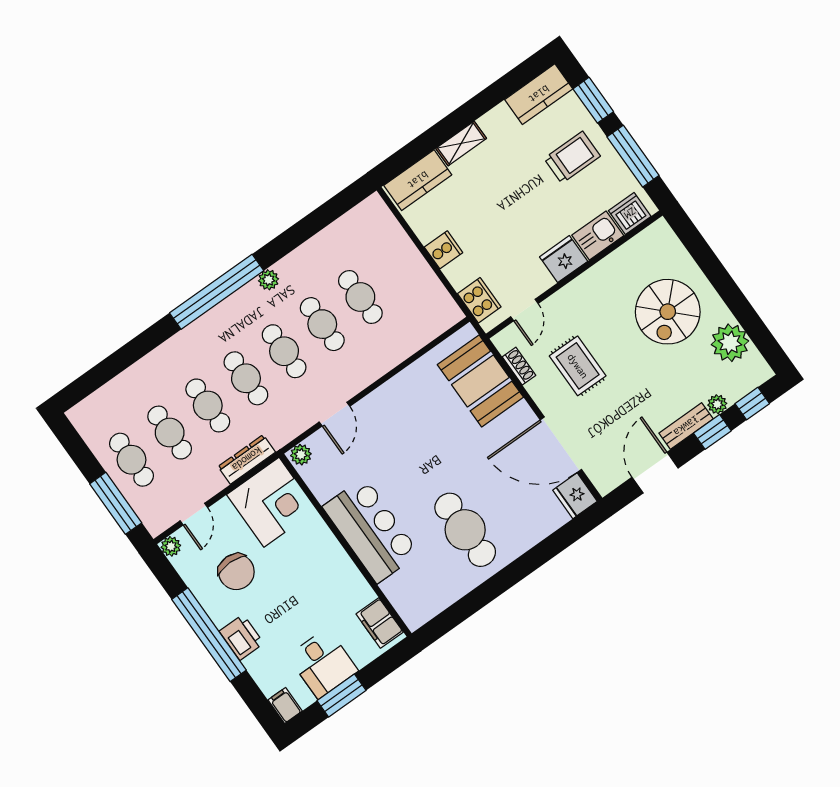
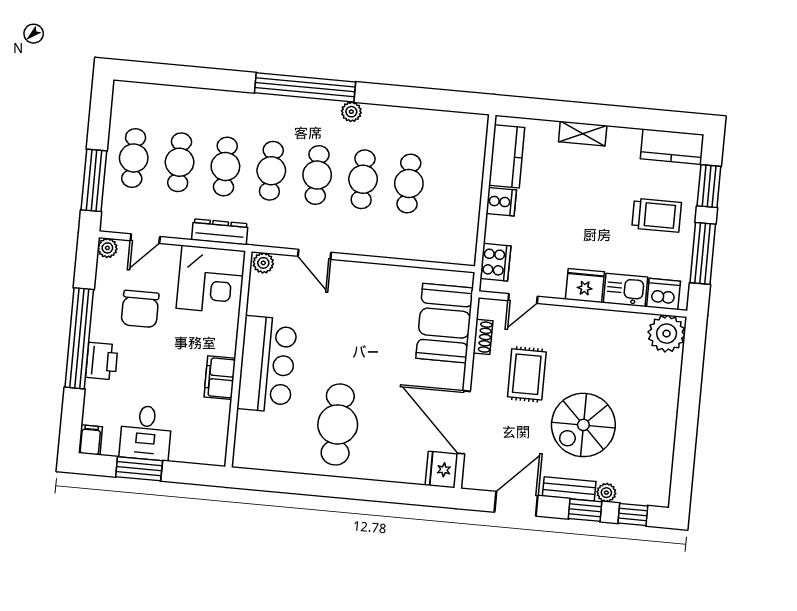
kitchen counter: (418, 180) -> (507, 156), moved, turned -90
spiral stairs: (668, 312) -> (583, 425), moved
plant: (730, 343) -> (667, 334), moved
door: (335, 414) -> (314, 254), hinge flipped
filing cabinet: (380, 623) -> (220, 378), moved

